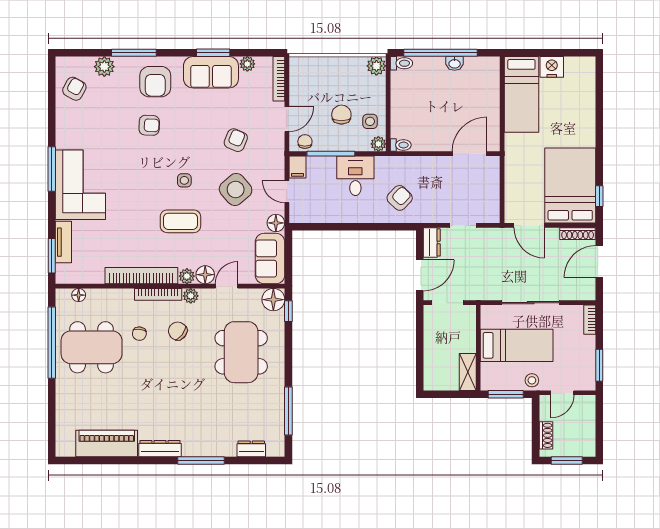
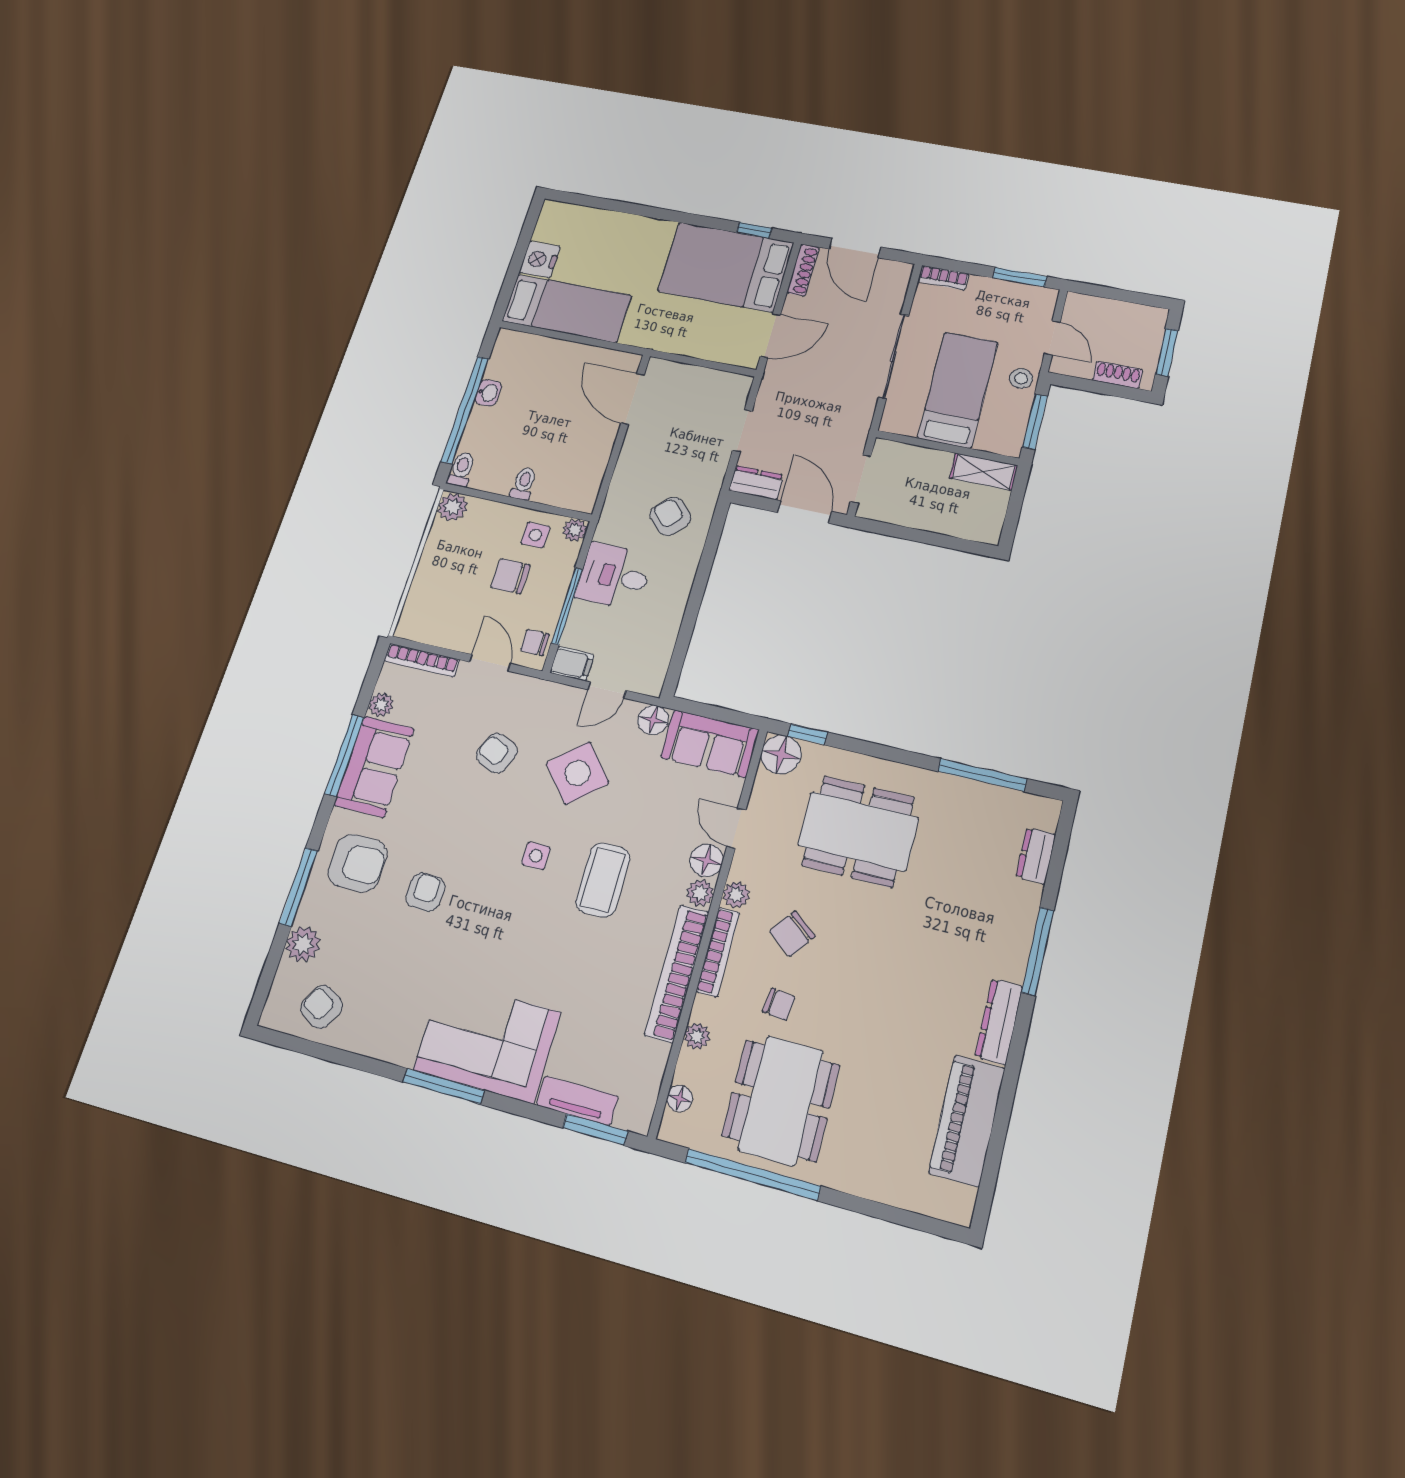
window: (213, 53) -> (344, 755), width x1.44
toilet: (401, 145) -> (524, 484), moved
plant: (112, 295) -> (697, 1036), added

